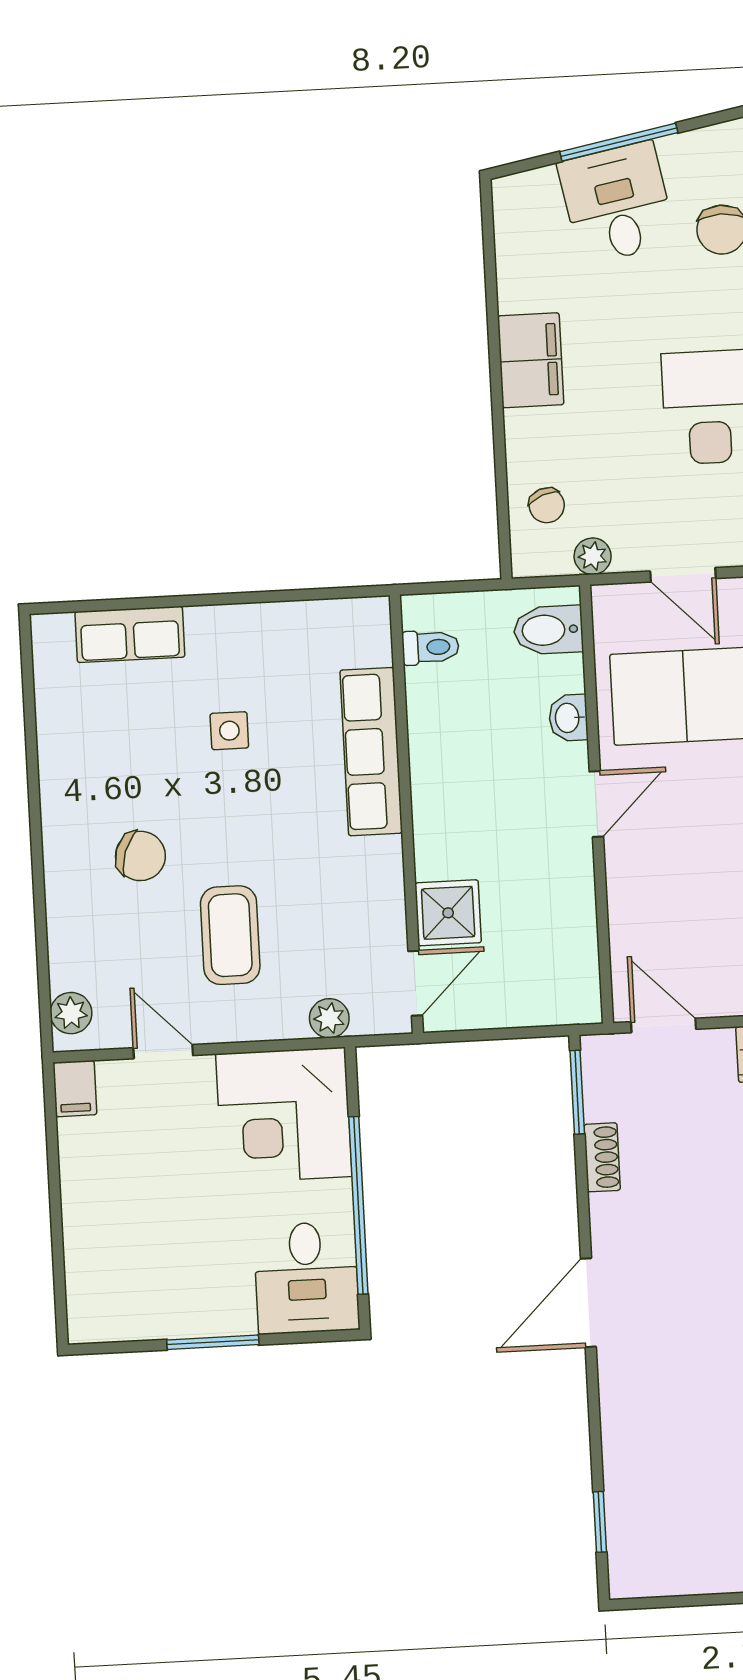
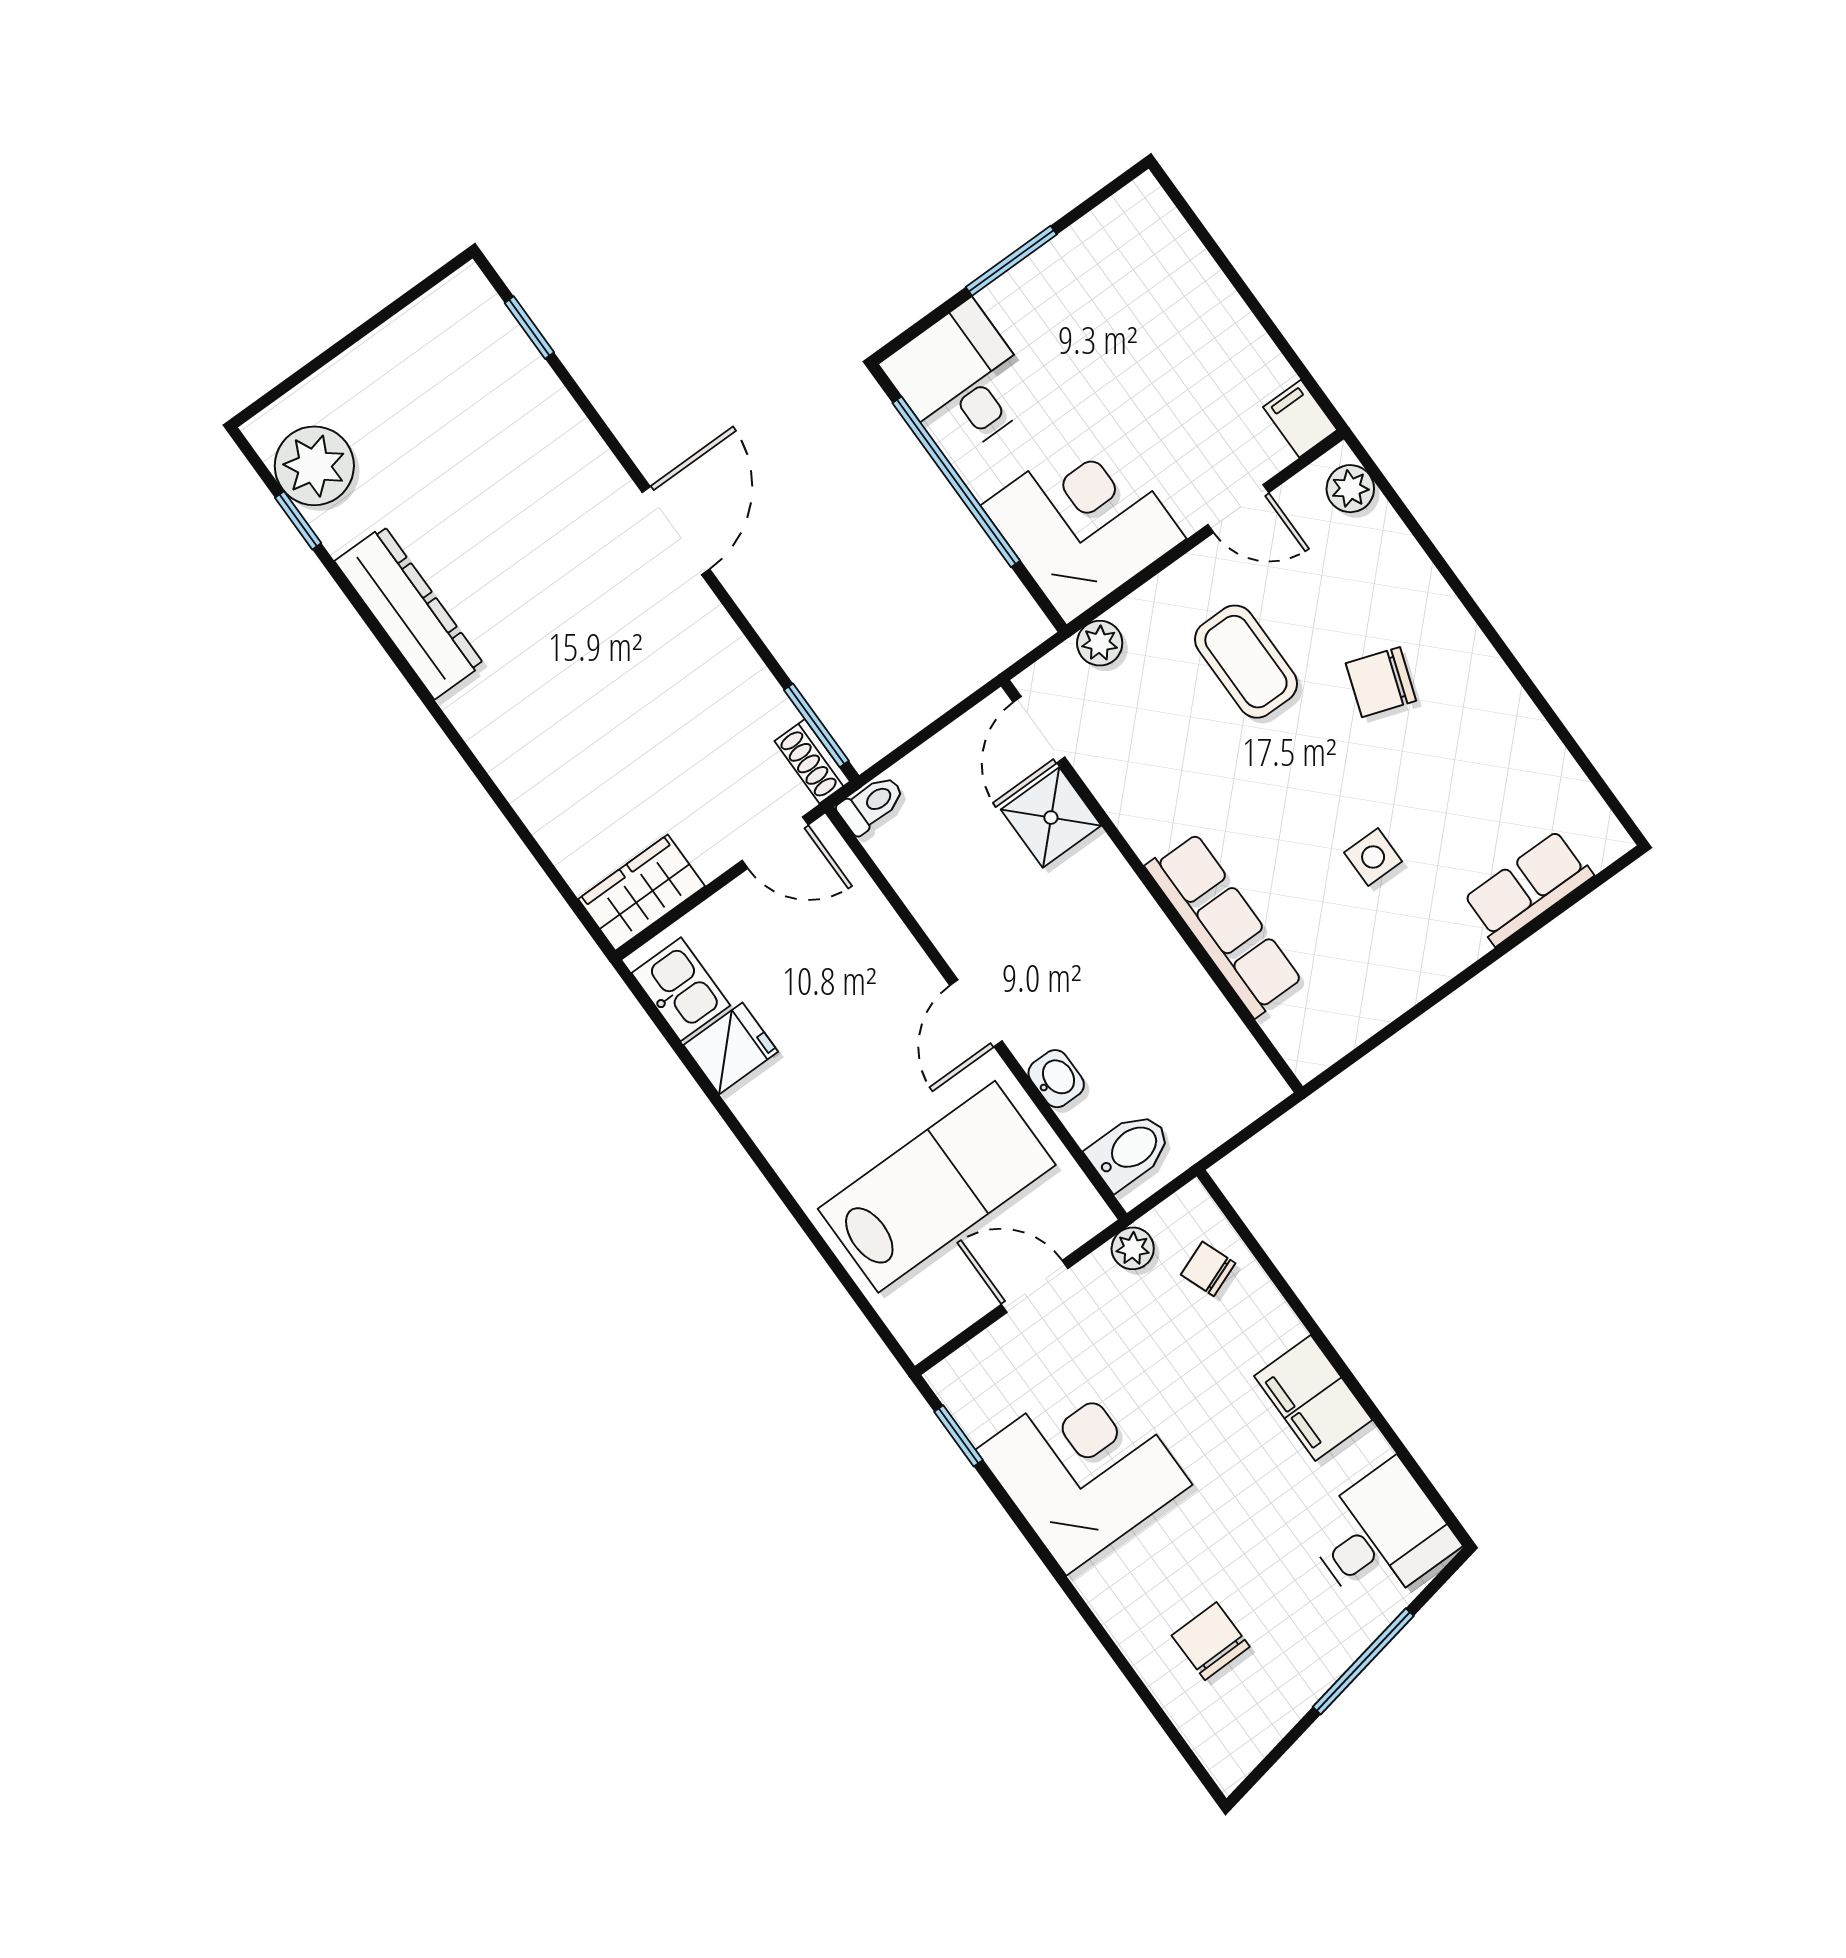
desk: (617, 203) -> (1380, 1536), moved, turned -79
toilet: (430, 647) -> (871, 804), moved, turned 180
shoe rack: (602, 1157) -> (812, 761), moved

